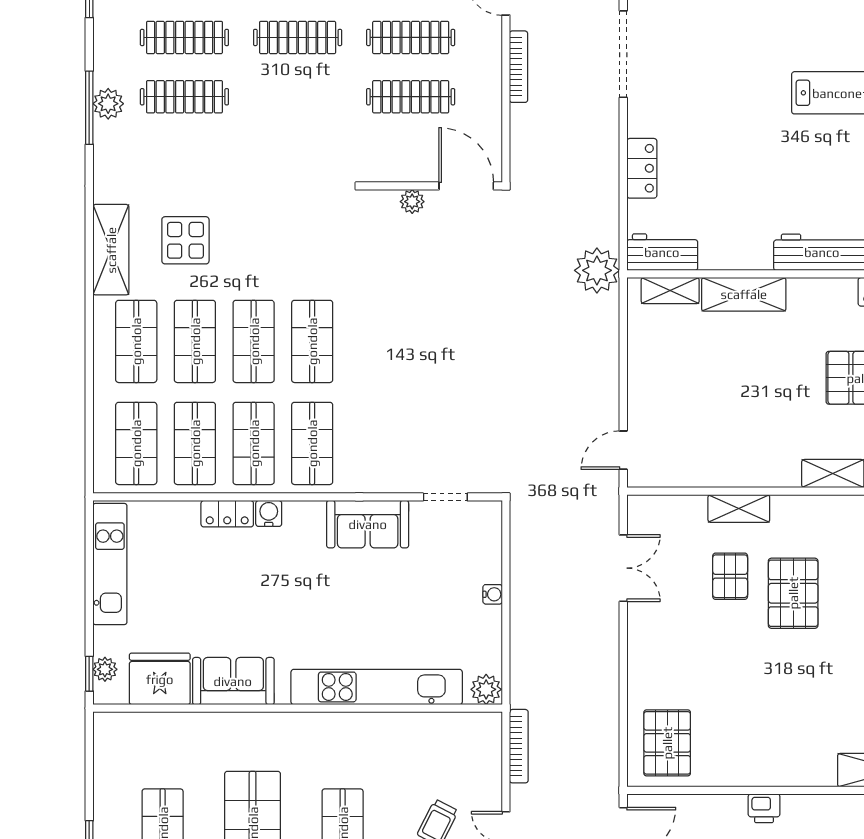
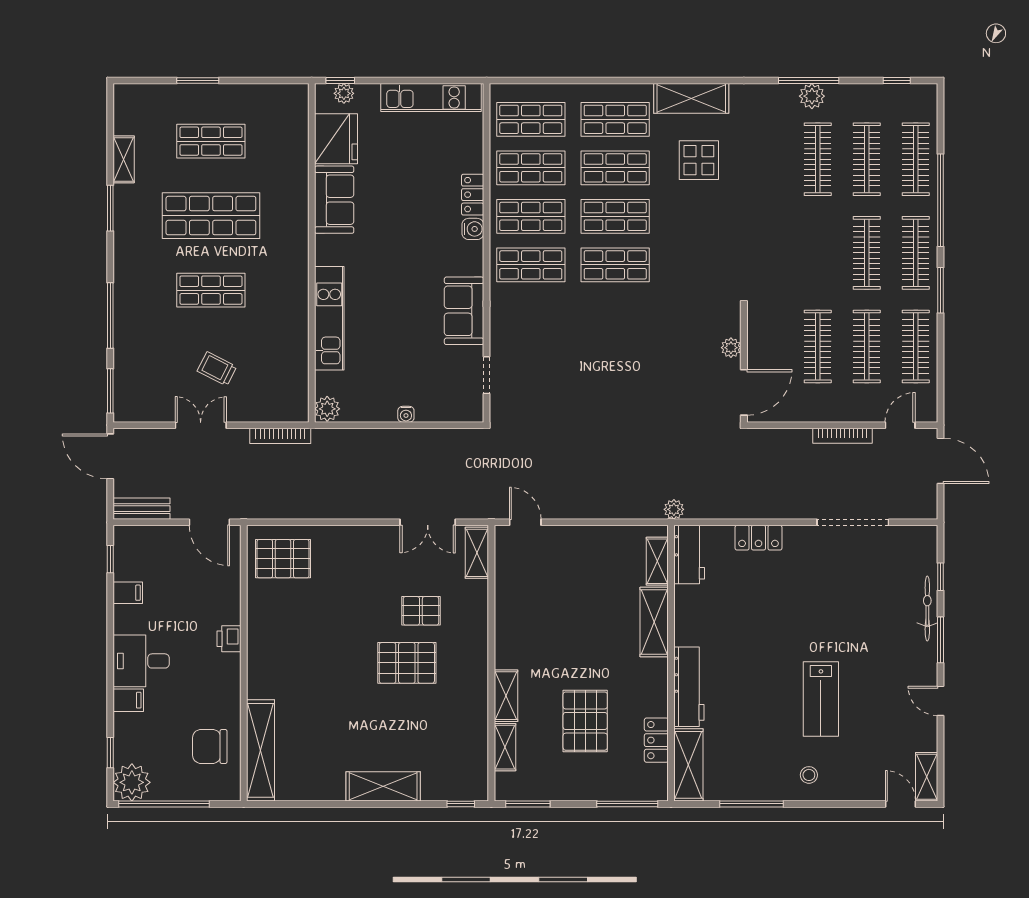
plant: (597, 270) -> (674, 509), width x0.53, depth x0.53
shelving: (739, 508) -> (477, 553), moved
kitchen unit: (377, 687) -> (329, 318), width x0.73

